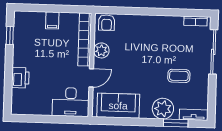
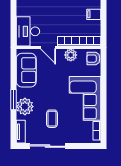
corner sofa: (155, 34) -> (85, 98), added
sliding door: (213, 52) -> (47, 146), moved
window: (176, 123) -> (14, 100), moved

